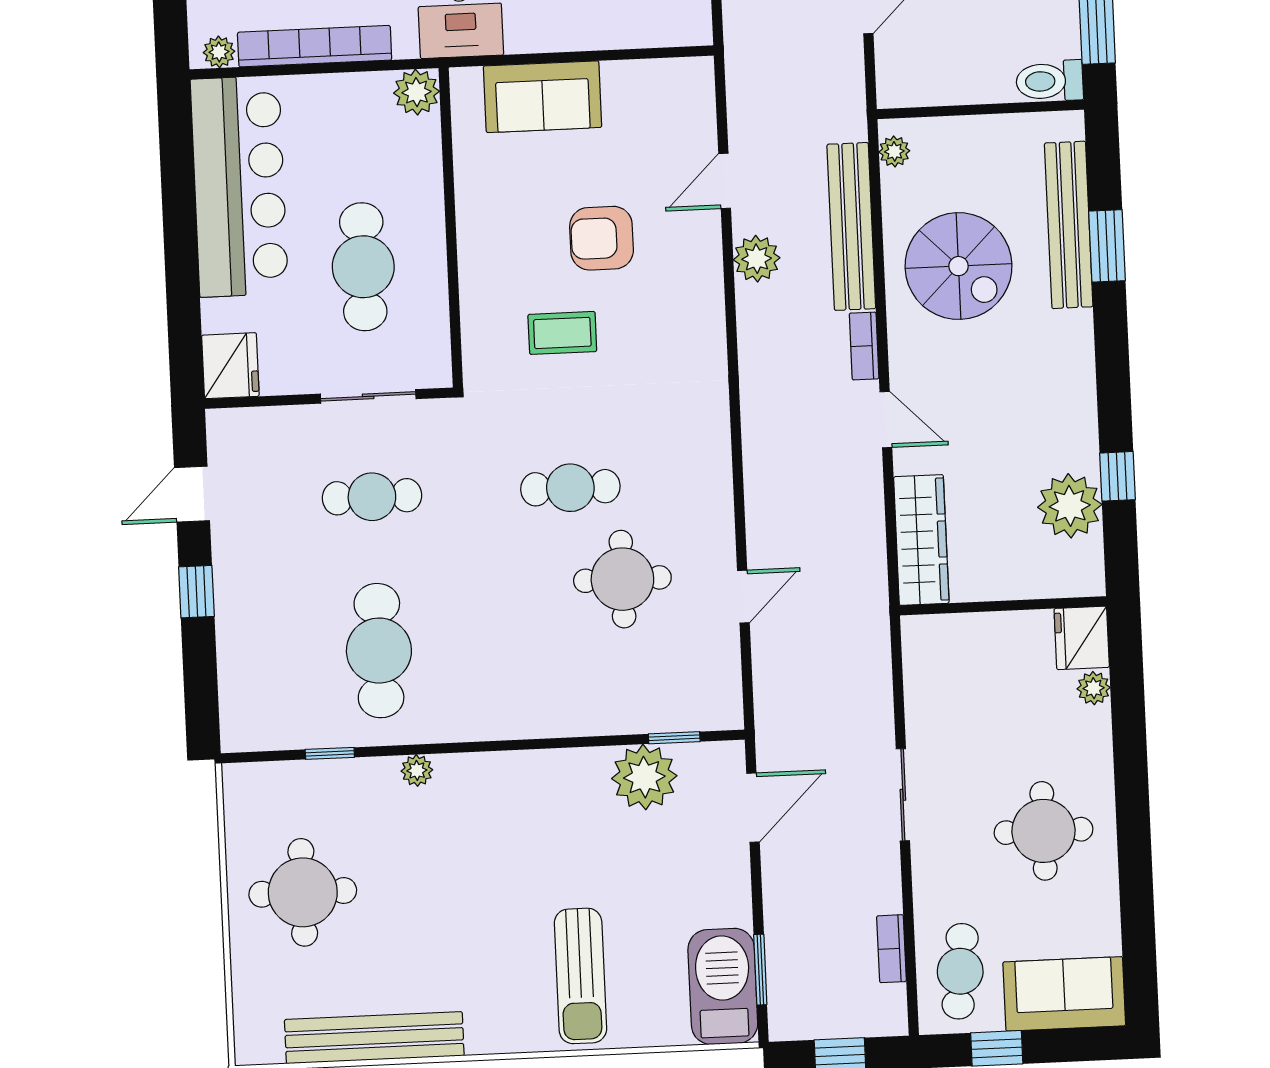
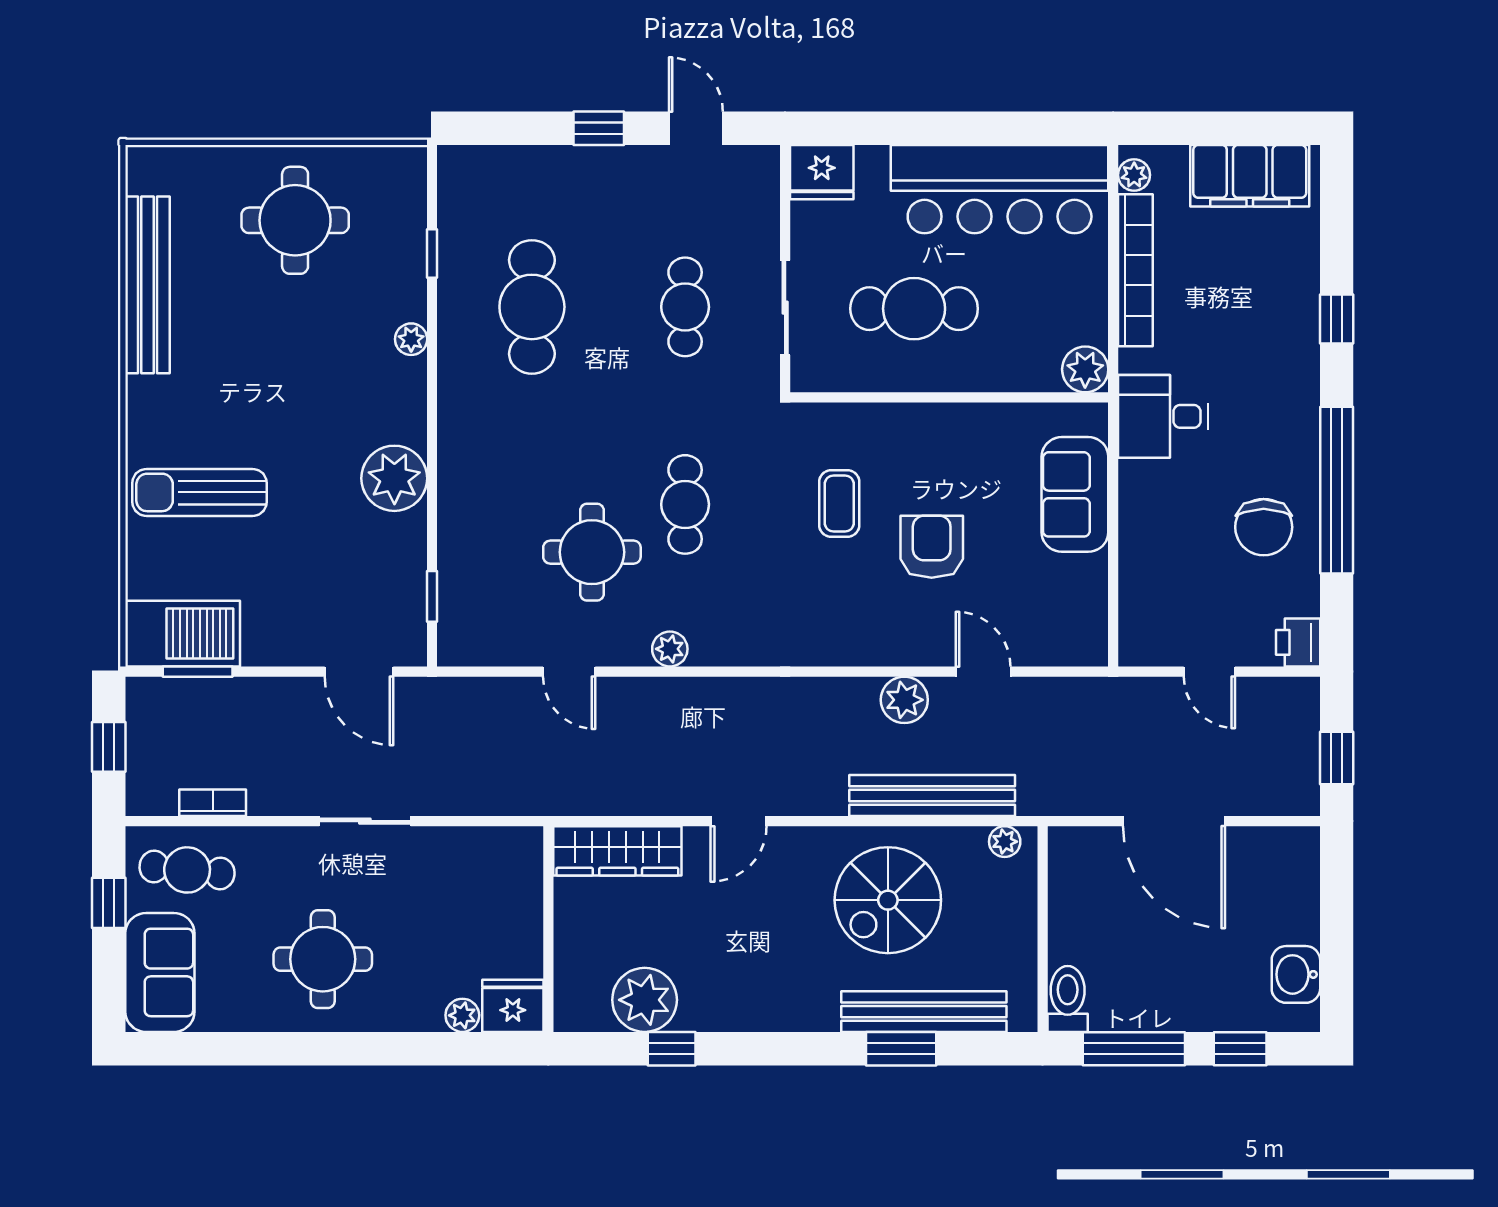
bookcase: (864, 346) -> (813, 803), removed
plant: (716, 496) -> (670, 649), added
cafe table: (379, 651) -> (532, 307), turned 90
plant: (644, 777) -> (394, 478), moved

